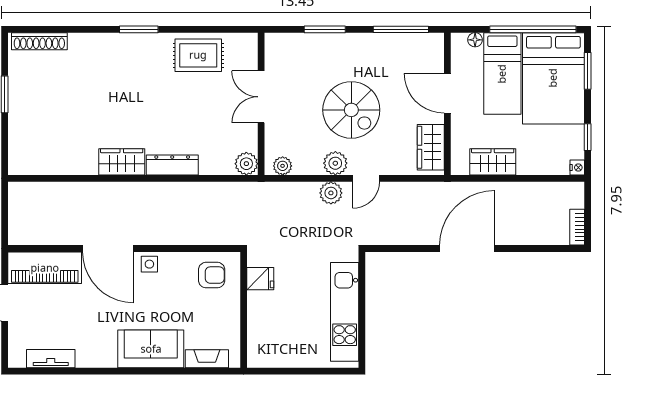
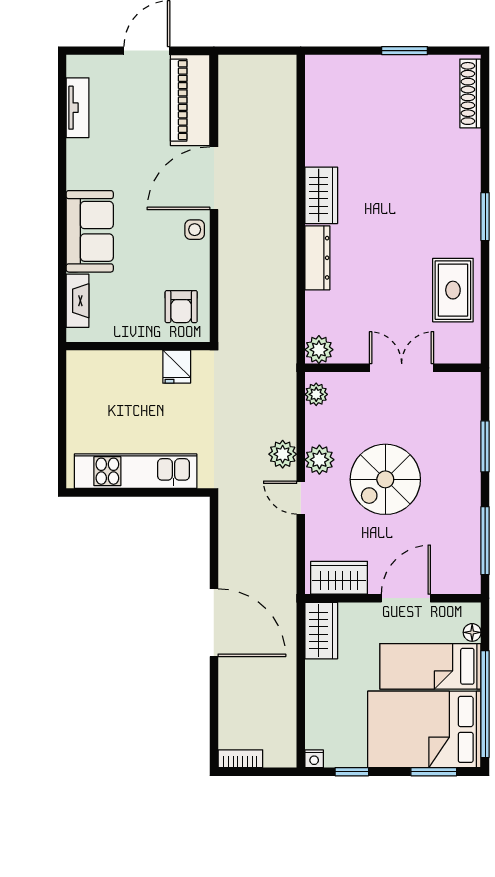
wardrobe: (493, 162) -> (321, 631), moved

